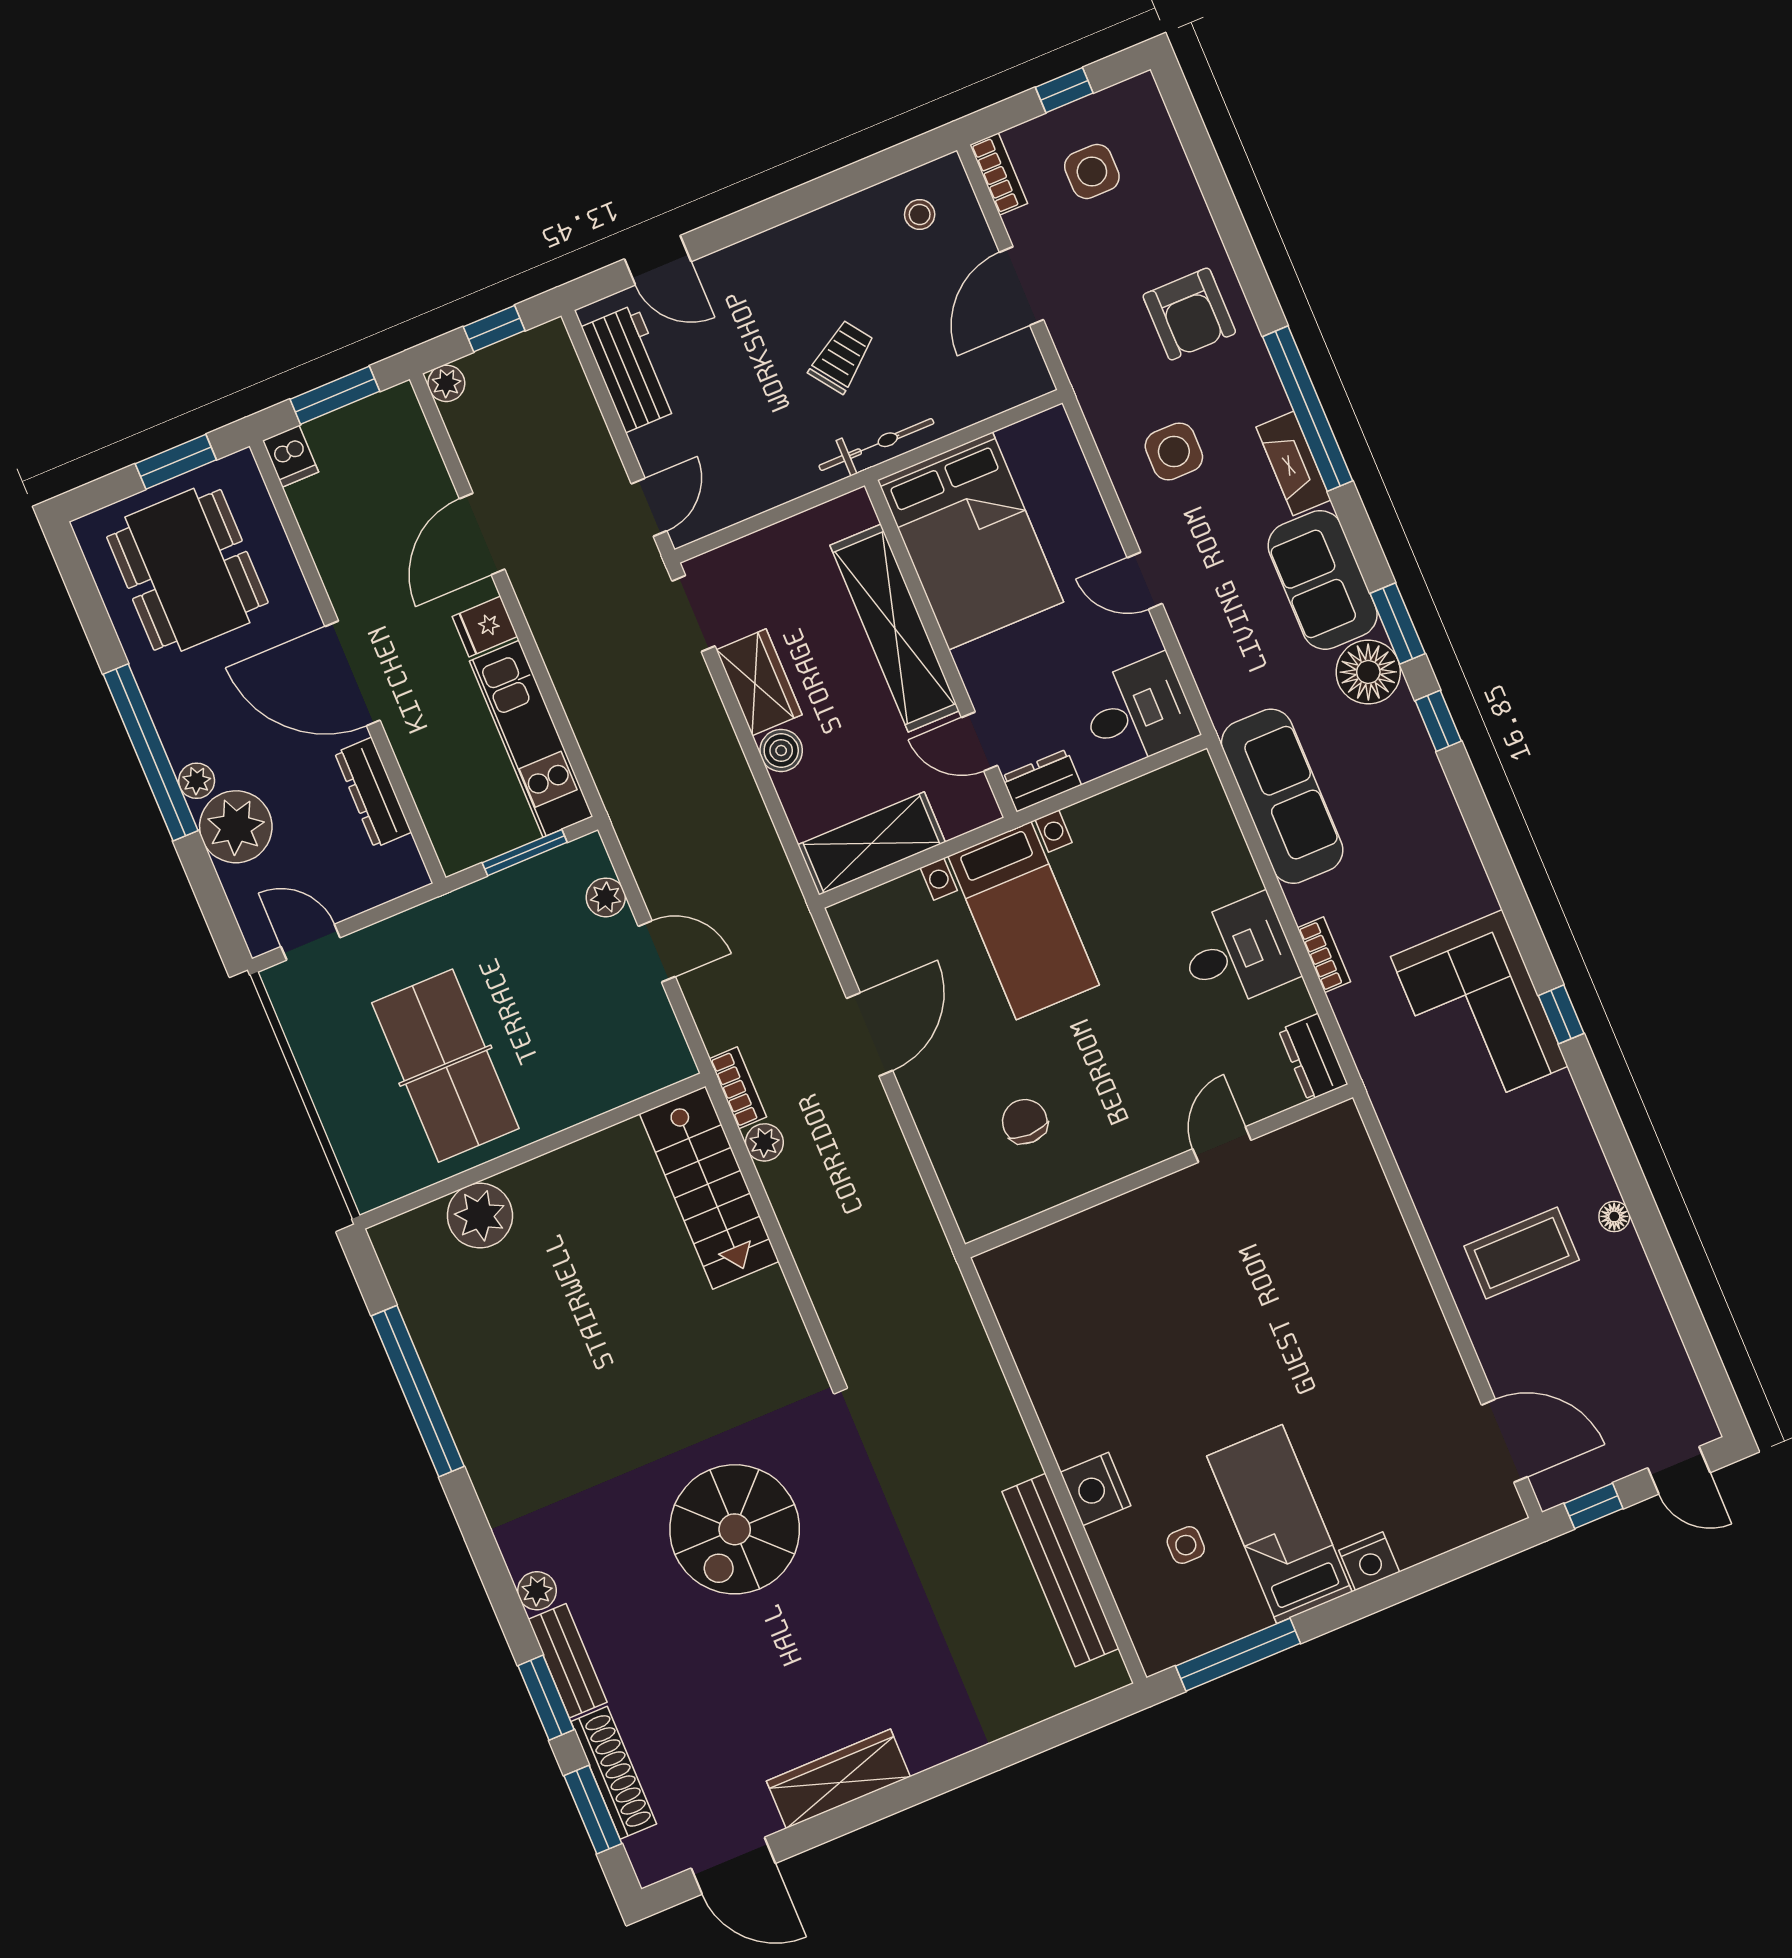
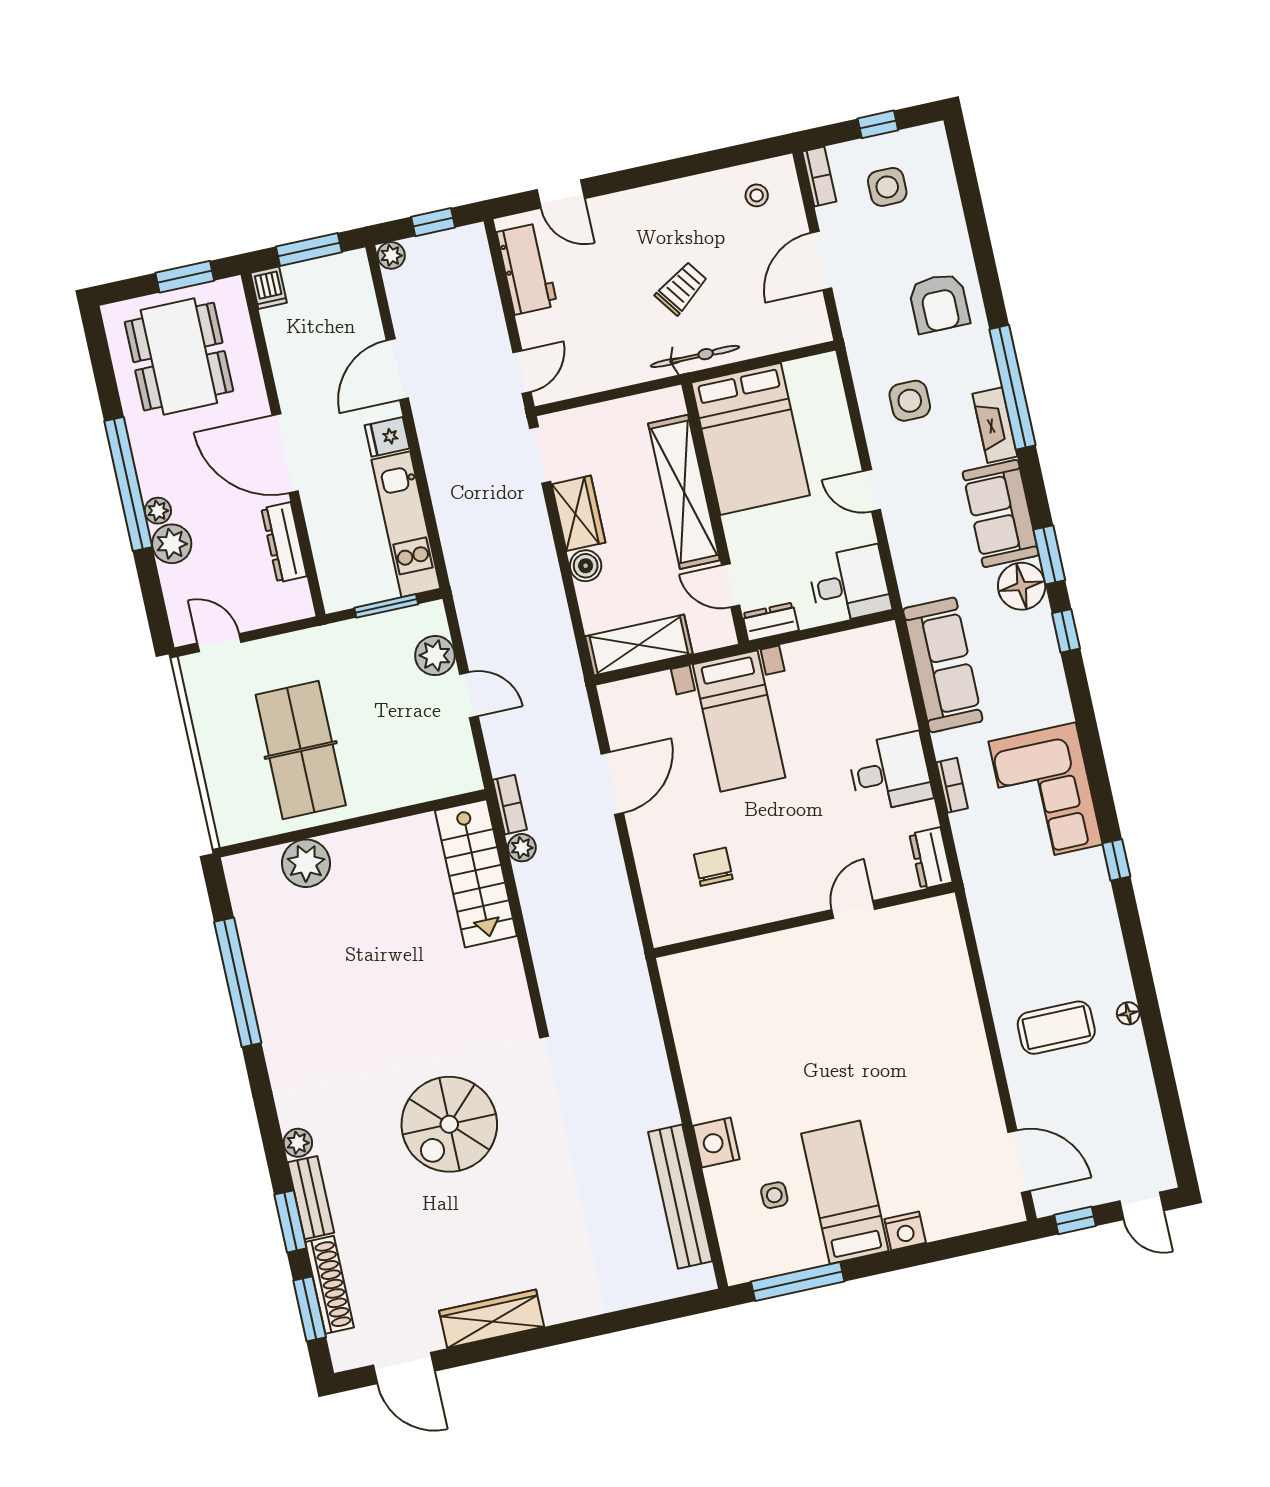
plant: (236, 827) -> (172, 544), width x0.73, depth x0.73
plant: (606, 897) -> (435, 656), width x1.38, depth x1.38
corner sofa: (1479, 1011) -> (1045, 793), moved

